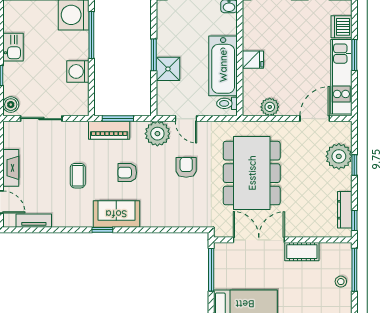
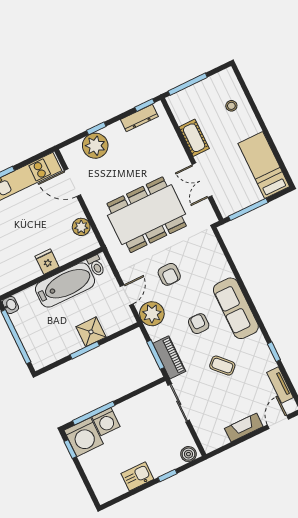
washing machine: (78, 71) -> (106, 422), moved
sliding door: (41, 119) -> (179, 403), moved
armchair: (186, 167) -> (169, 274), turned -90
armchair: (127, 173) -> (199, 324), turned 180
coffee table: (78, 176) -> (222, 366), turned 46
sofa: (116, 214) -> (236, 308), width x1.36
window: (102, 230) -> (274, 352), moved
double door: (259, 240) -> (202, 180), width x0.73
stool: (341, 282) -> (231, 106), moved

